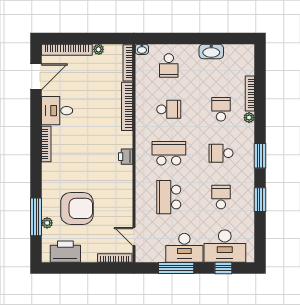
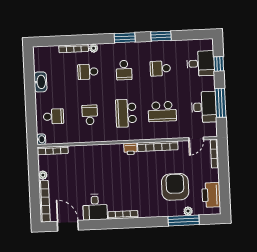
bookcase: (127, 106) -> (158, 146), moved
desk: (225, 246) -> (201, 63), width x0.73
desk: (184, 248) -> (204, 107), moved

